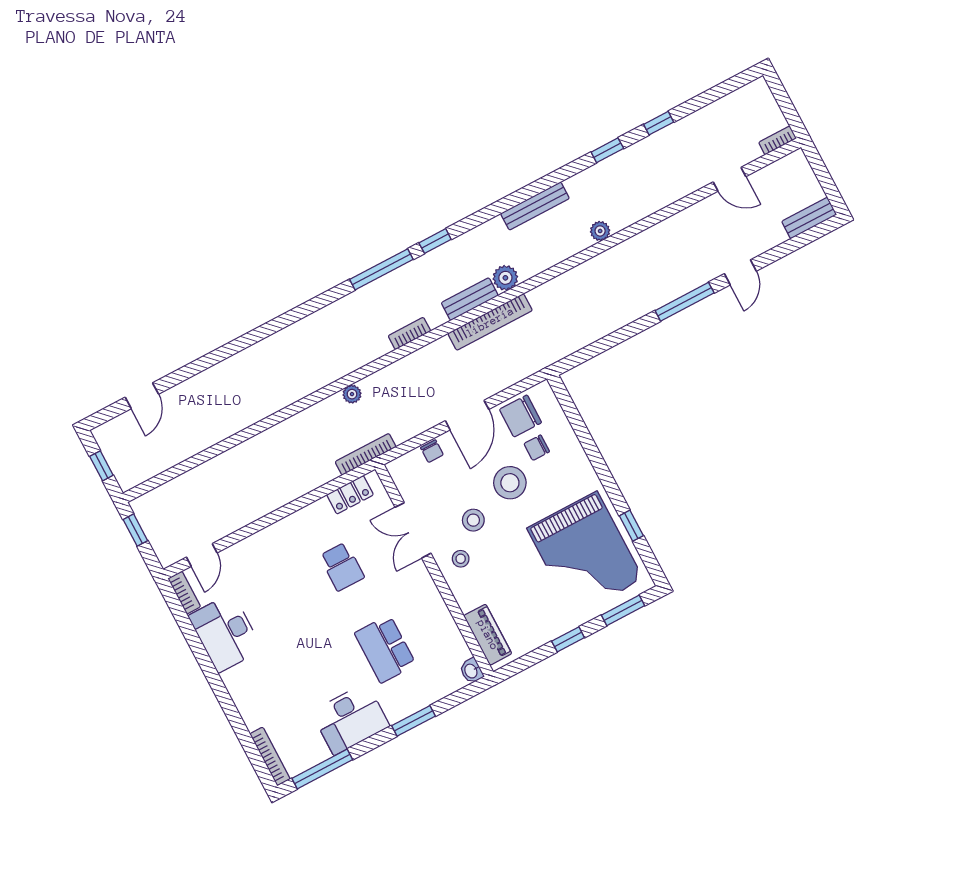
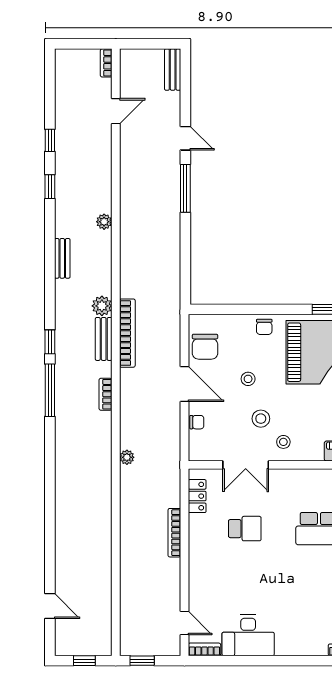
bench: (535, 206) -> (62, 258), width x0.73
chair: (537, 448) -> (264, 327), moved
bookcase: (366, 454) -> (174, 533), moved
stool: (510, 483) -> (248, 379), width x0.53, depth x0.53

